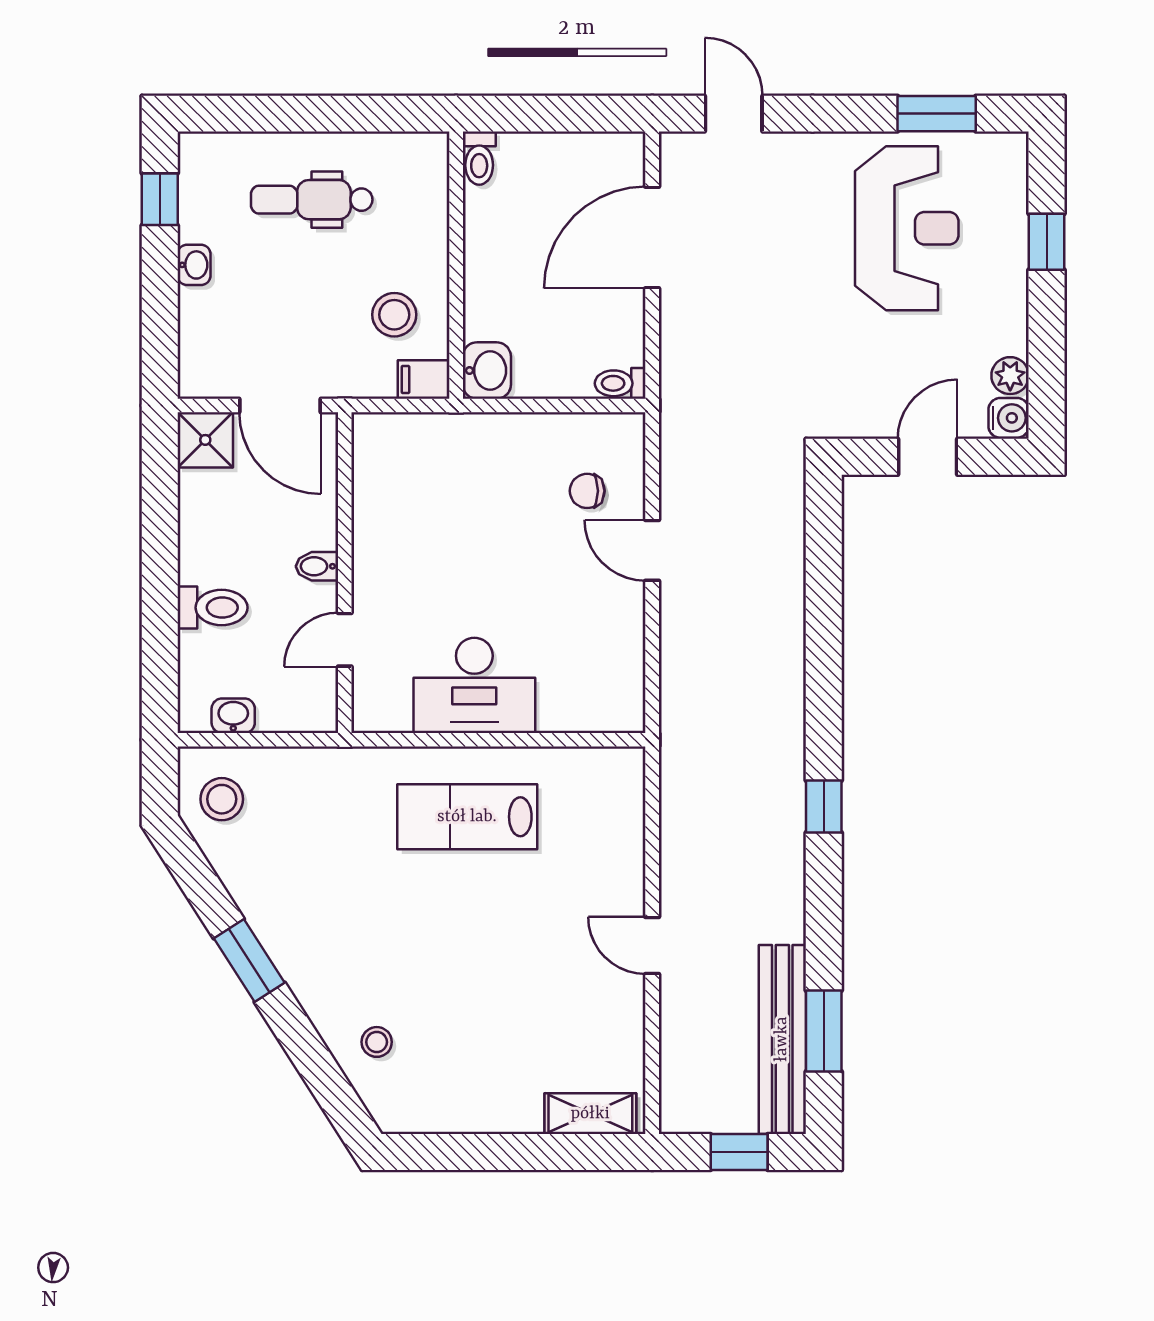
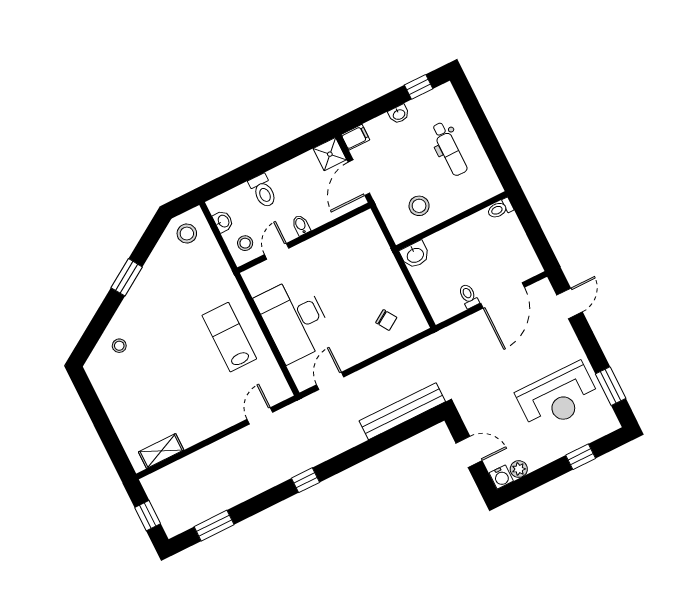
dental chair: (312, 200) -> (449, 149), turned 180
door: (652, 238) -> (503, 295), swing flipped
filing cabinet: (424, 379) -> (355, 137), moved, turned 90
toilet: (620, 383) -> (469, 296), moved
chair: (587, 491) -> (386, 320), turned 147
door: (652, 550) -> (330, 381), moved
door: (345, 640) -> (277, 251), hinge flipped
desk: (474, 685) -> (295, 319), width x1.36, depth x1.30
stool: (298, 694) -> (245, 243), added
door: (652, 946) -> (260, 416), moved
bench: (782, 1039) -> (402, 411), moved
shelving: (590, 1114) -> (161, 451), moved, turned 90

